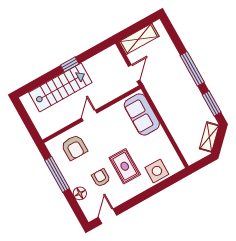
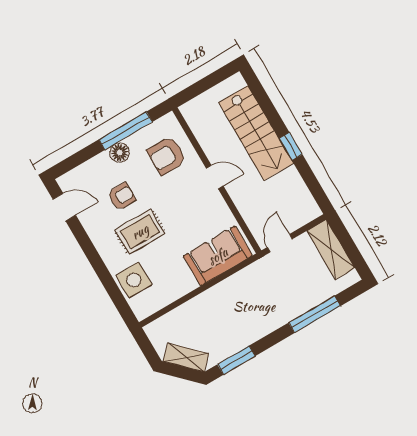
window: (192, 69) -> (315, 314), moved
door: (134, 73) -> (280, 243), swing flipped
floor lamp: (80, 193) -> (120, 153), moved

